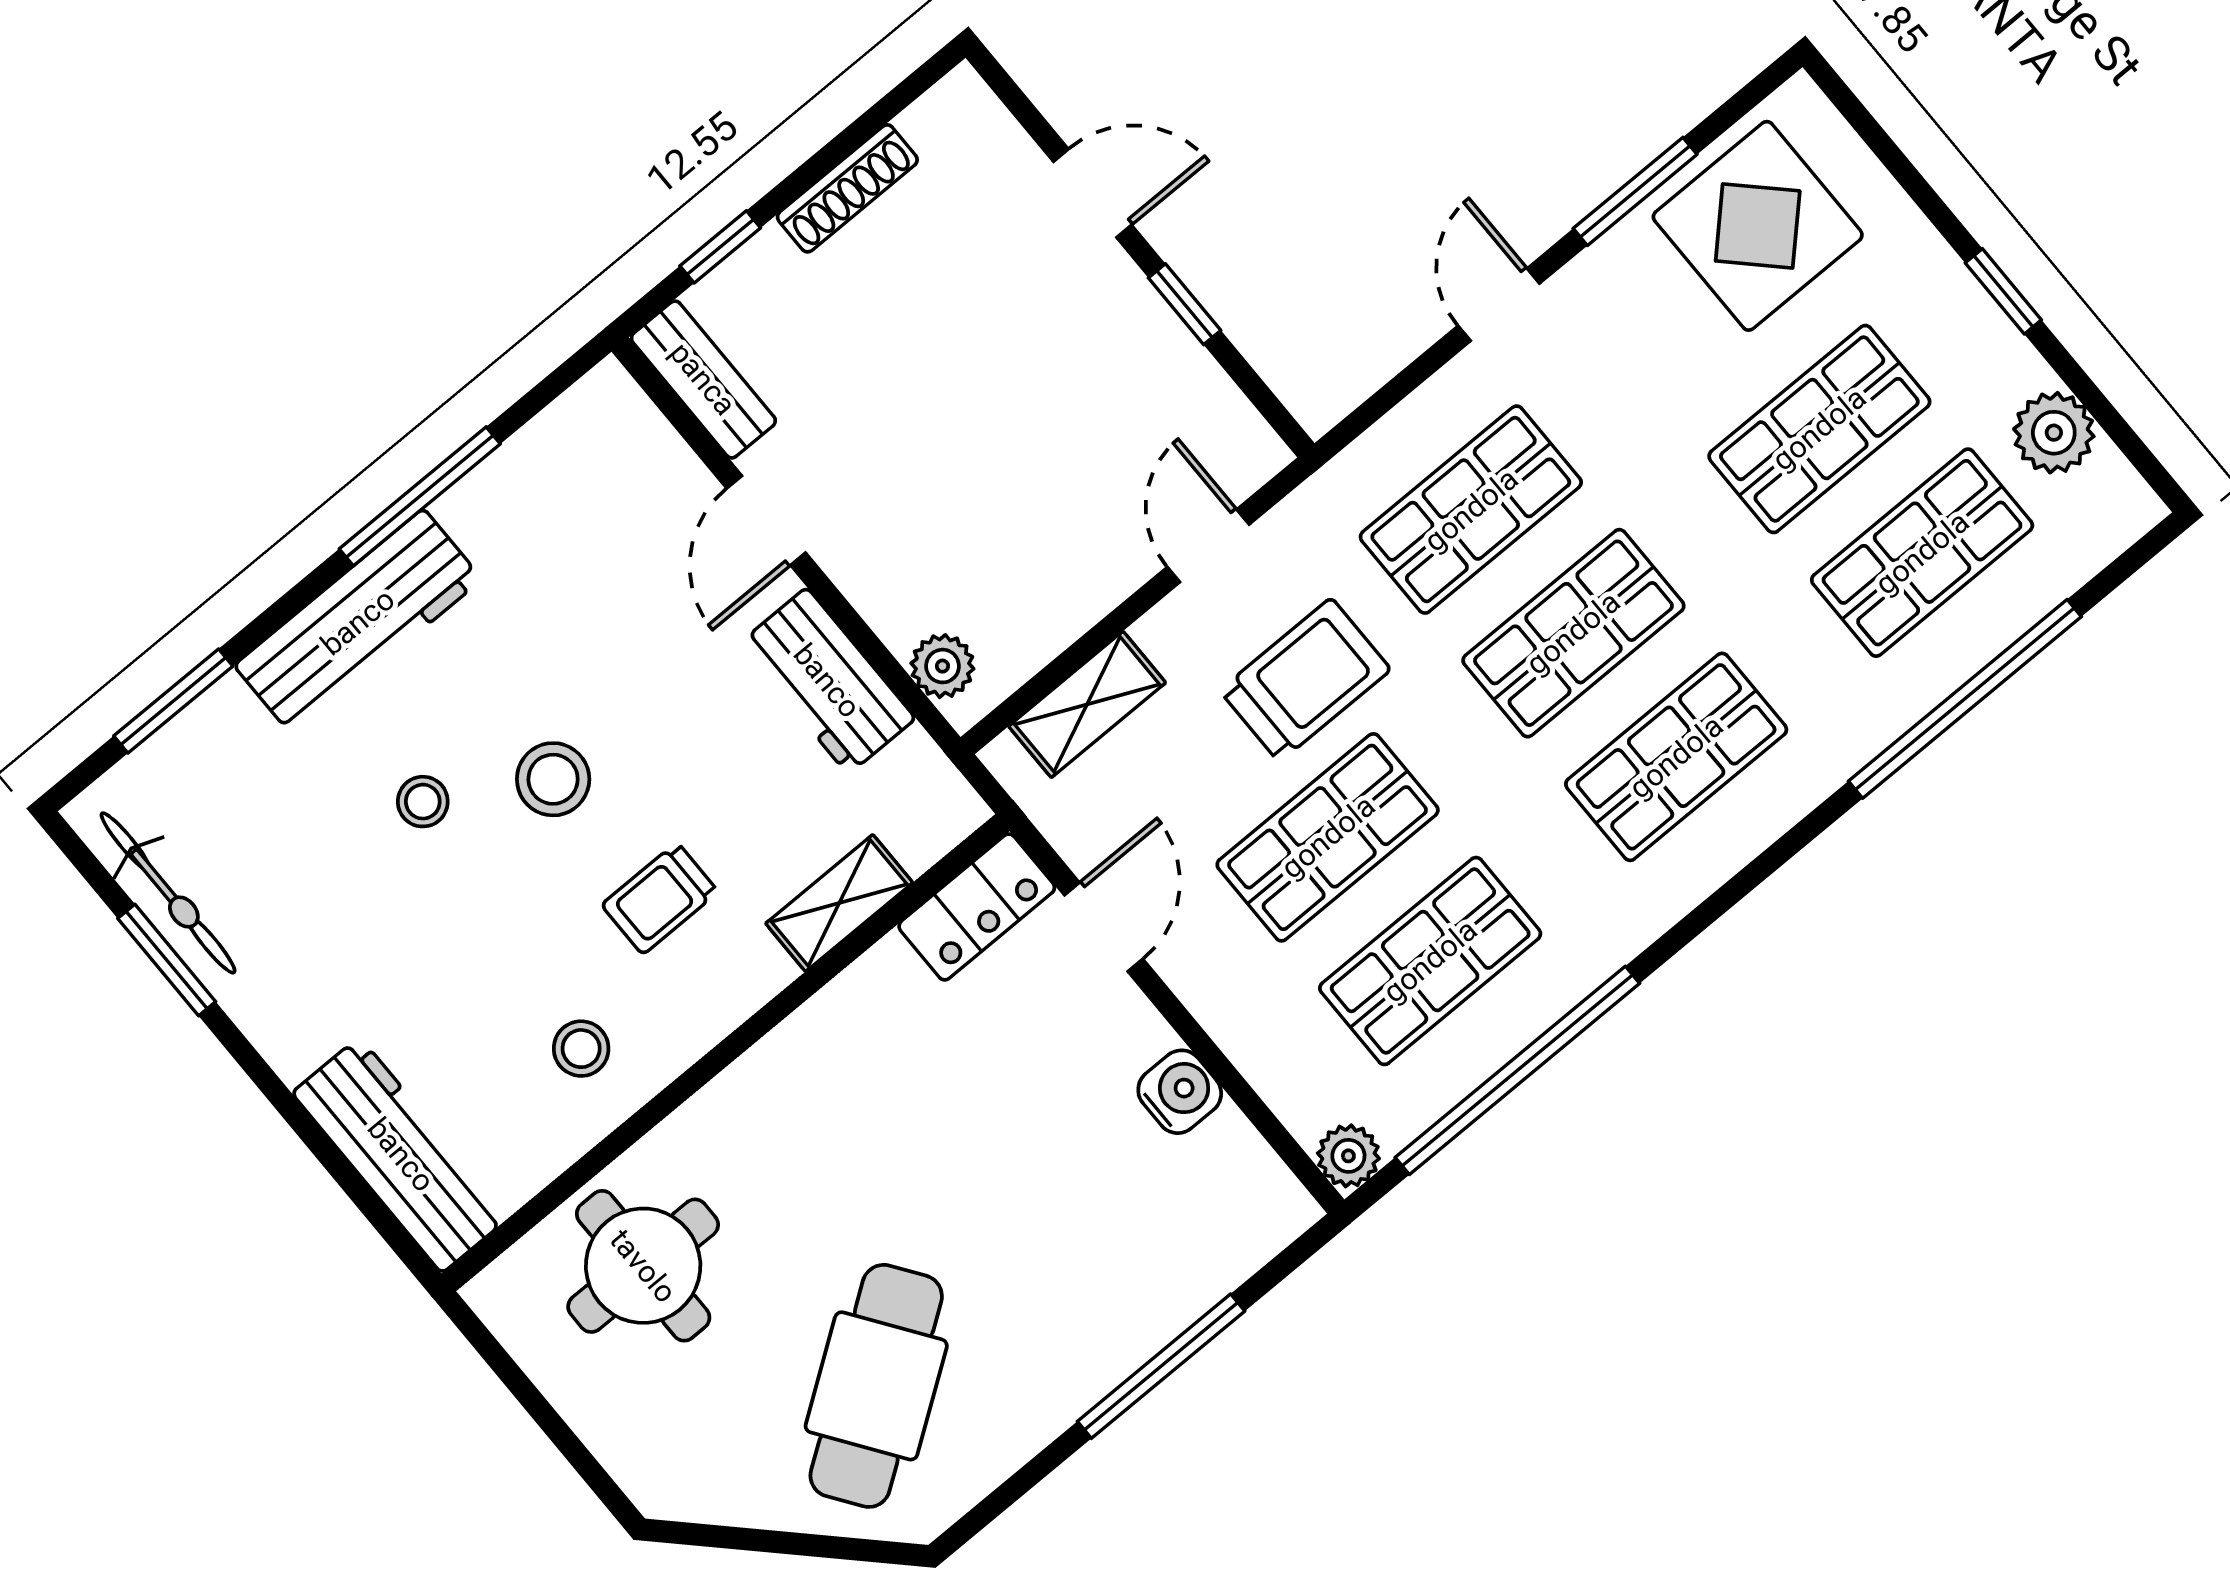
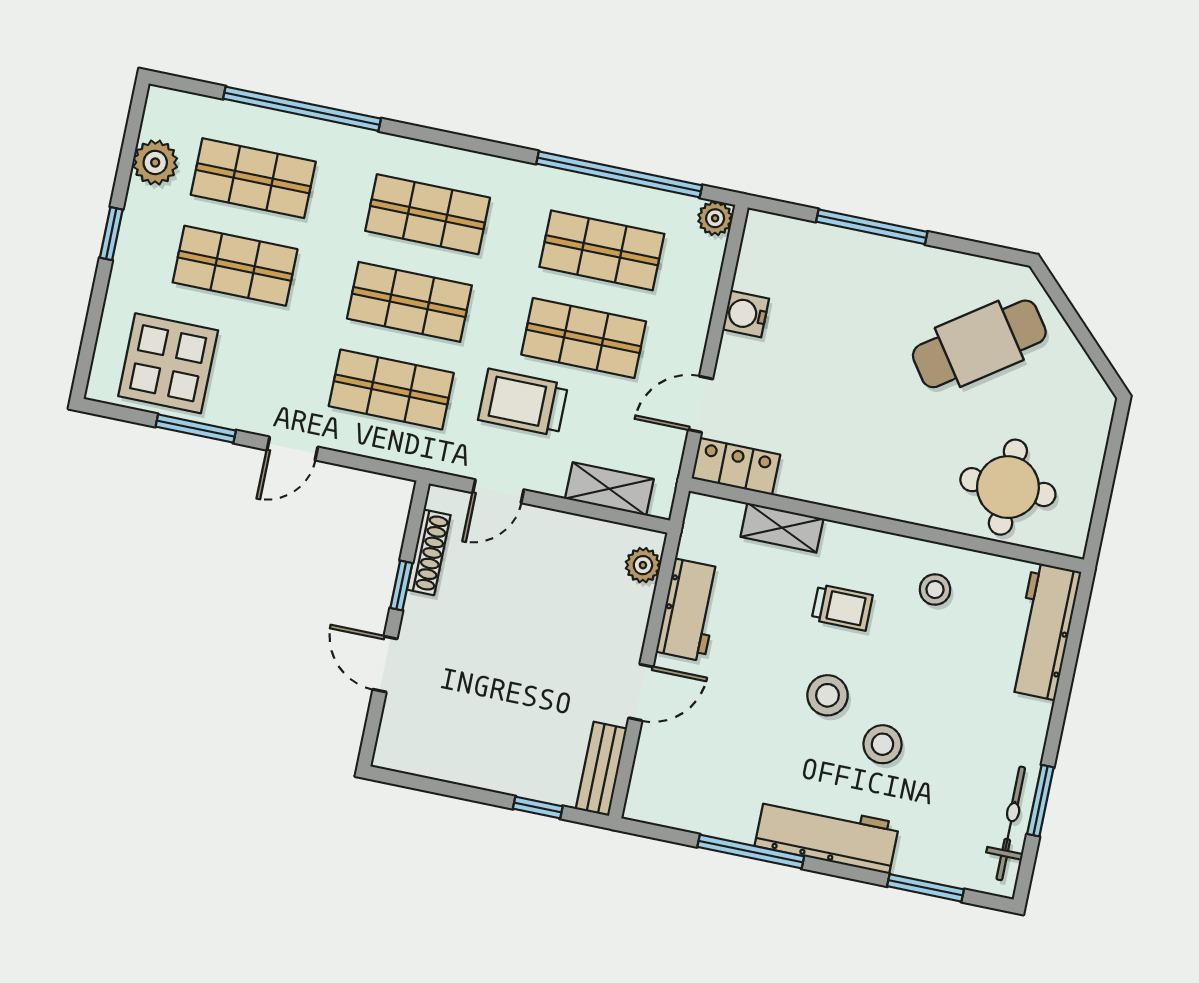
shoe rack: (847, 188) -> (429, 552), moved, turned 90
stool: (423, 802) -> (883, 744), width x1.37, depth x1.37

